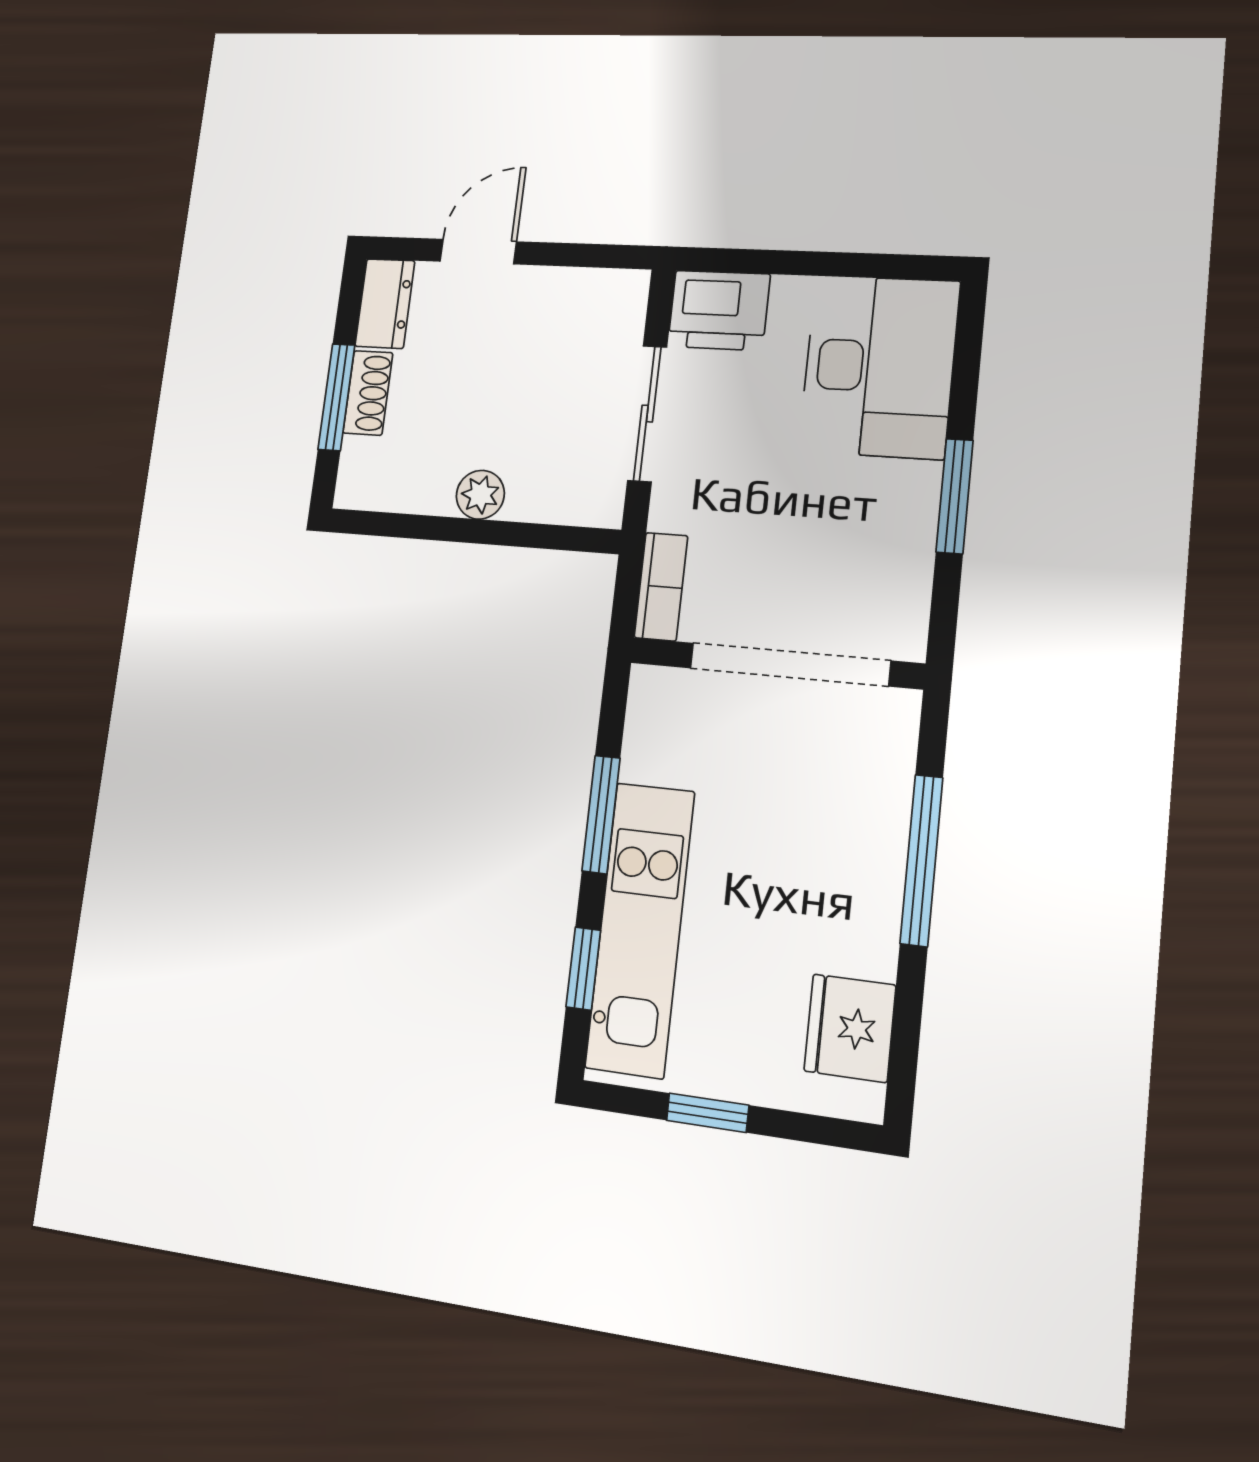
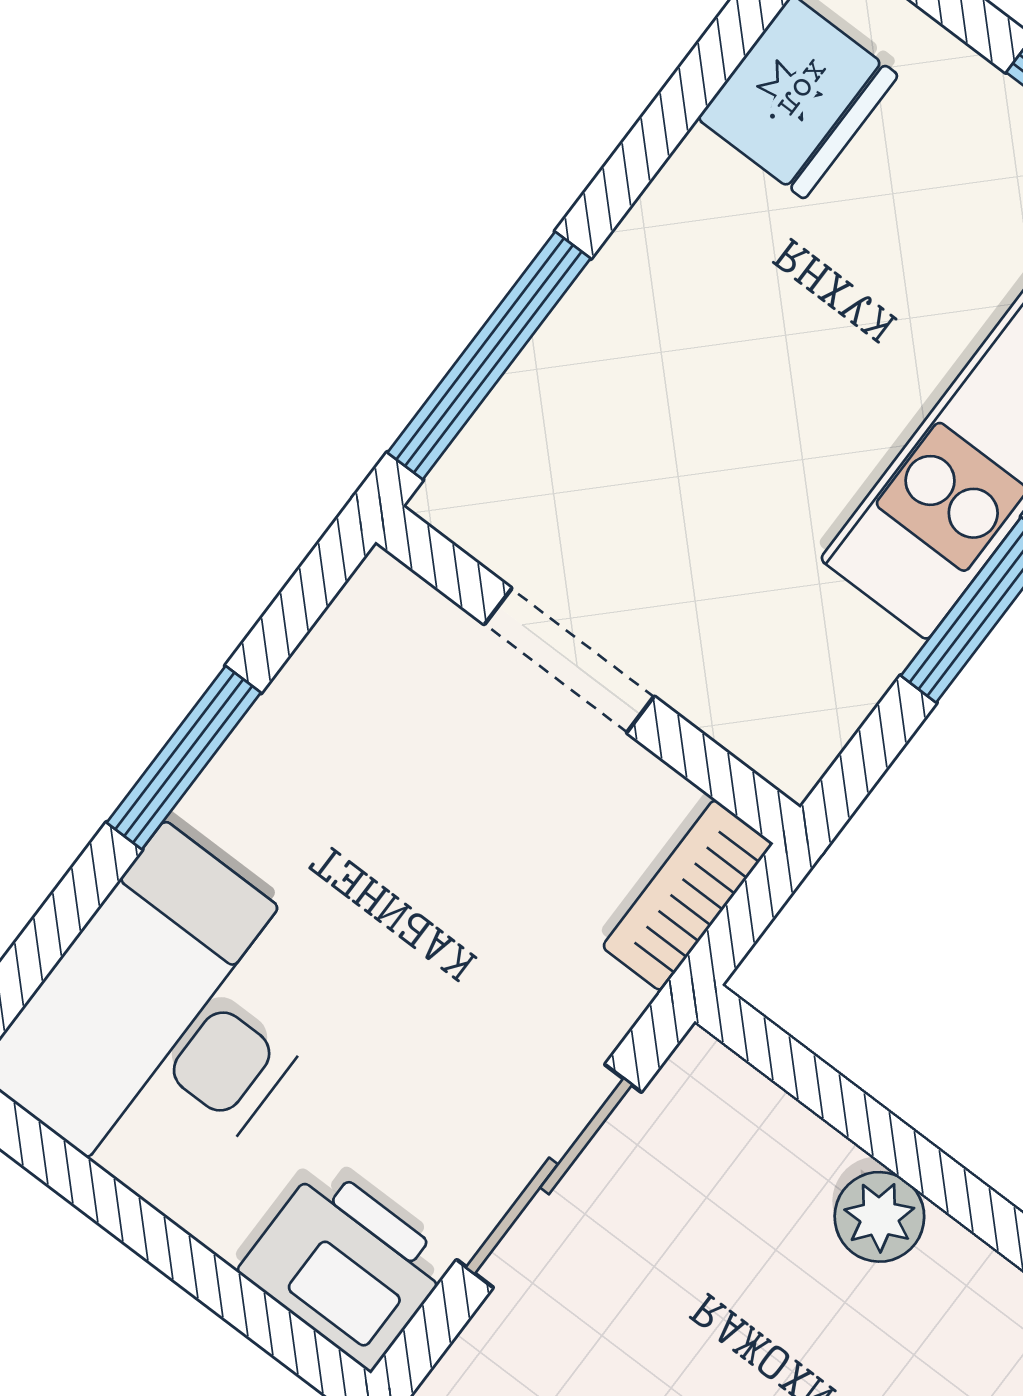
doorway: (789, 664) -> (569, 660), width x0.53
window: (921, 860) -> (489, 356), moved

